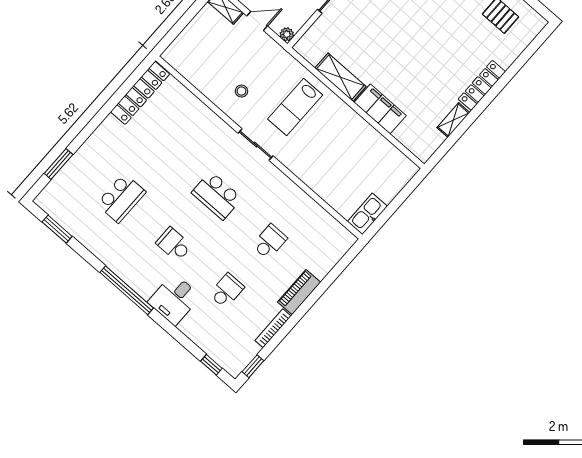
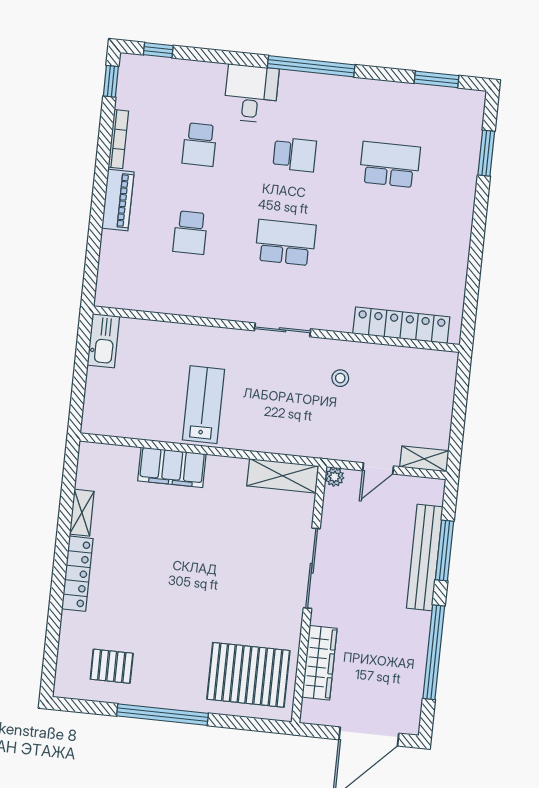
shelving: (340, 77) -> (283, 476), moved
locker: (140, 93) -> (401, 325), moved, turned 90
lab bench: (295, 107) -> (203, 405), moved
school desk: (121, 198) -> (390, 164), turned 90

